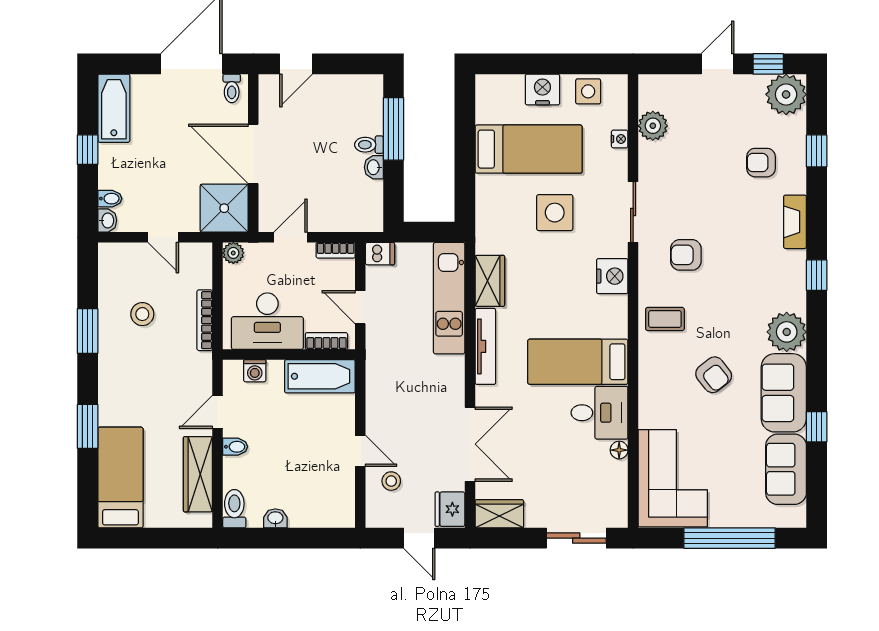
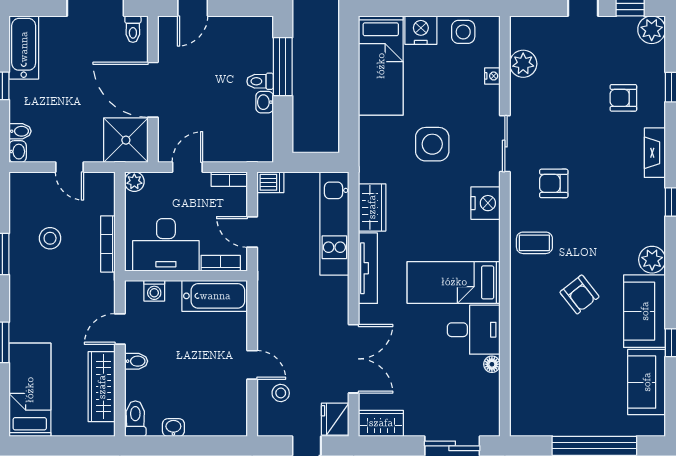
plant: (786, 94) -> (652, 30), width x0.73, depth x0.73
bed: (529, 149) -> (381, 66), moved, turned 90
plant: (787, 332) -> (652, 260), width x0.73, depth x0.73
corner sofa: (673, 478) -> (542, 390), removed

